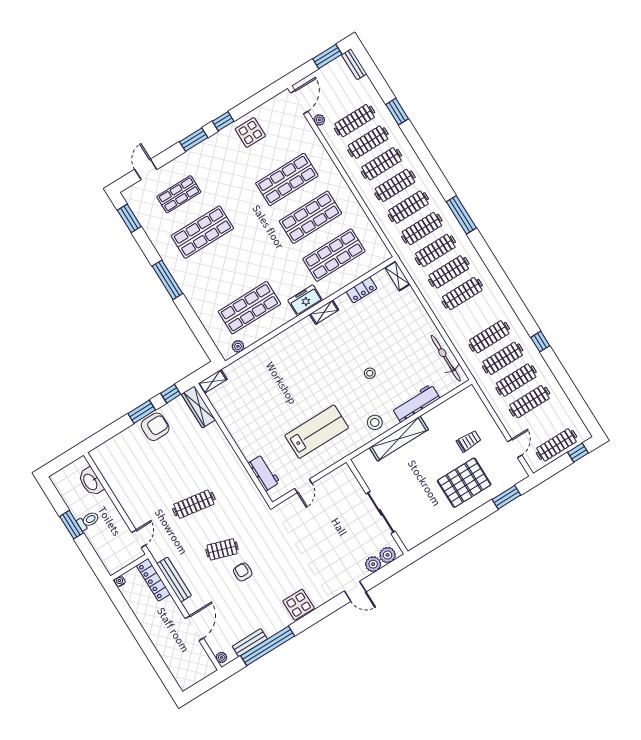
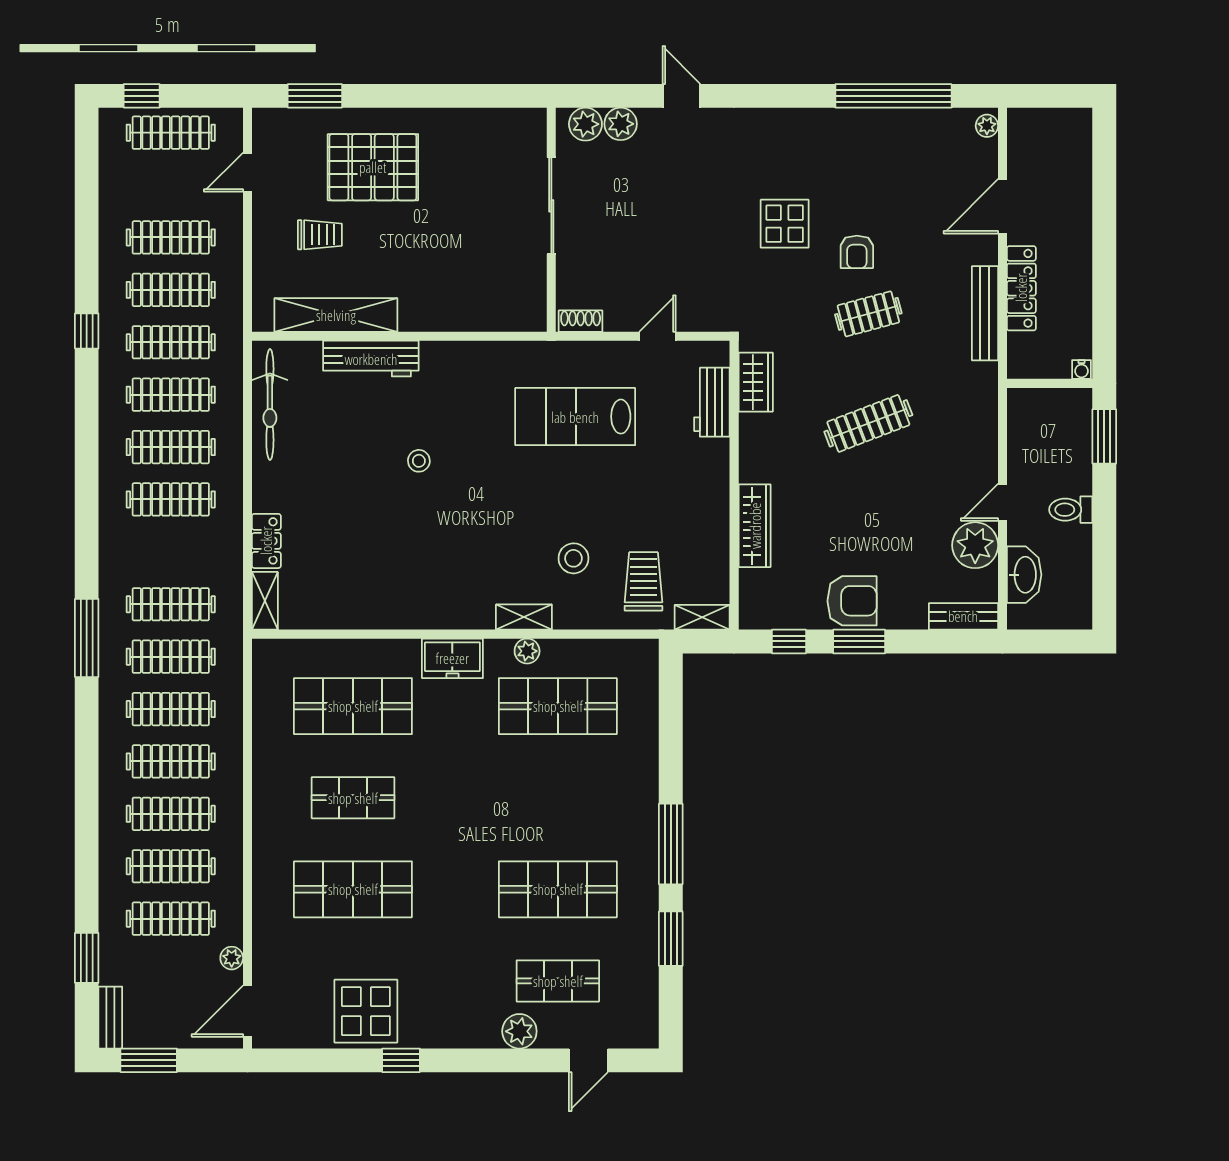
window: (397, 112) -> (87, 958), moved
display table: (250, 132) -> (366, 1011), width x1.36, depth x1.36
window: (194, 140) -> (472, 1060), removed
plant: (182, 164) -> (519, 1031), added
shop shelf: (310, 217) -> (353, 798), width x0.70, depth x0.74
window: (129, 218) -> (671, 939), moved
clothes rail: (449, 272) -> (171, 447), moved
locker: (362, 290) -> (266, 541), moved, turned 90
shelving: (324, 312) -> (524, 617), moved
plant: (238, 346) -> (527, 651), moved
trolley: (246, 381) -> (643, 581), added
wardrobe: (198, 407) -> (755, 526), moved
stool: (375, 422) -> (573, 558), moved
armchair: (155, 427) -> (852, 601), turned 180
shelving: (399, 439) -> (336, 315), moved
trolley: (469, 441) -> (320, 235), turned 180
shoe rack: (339, 472) -> (581, 321), added
plant: (119, 481) -> (975, 545), added
wardrobe: (251, 492) -> (756, 382), added
clothes rail: (194, 504) -> (868, 423), turned -30
window: (72, 525) -> (1104, 436), moved
door: (139, 539) -> (1003, 502), moved
clothes rail: (222, 549) -> (868, 314), turned -33
locker: (153, 580) -> (1021, 288), moved
display table: (299, 605) -> (785, 224), moved
bench: (250, 643) -> (963, 616), moved

